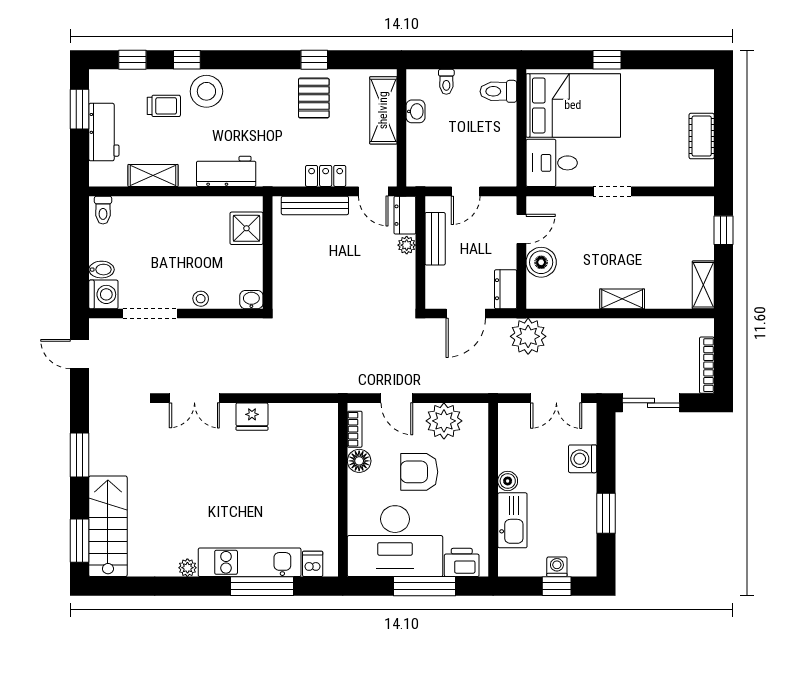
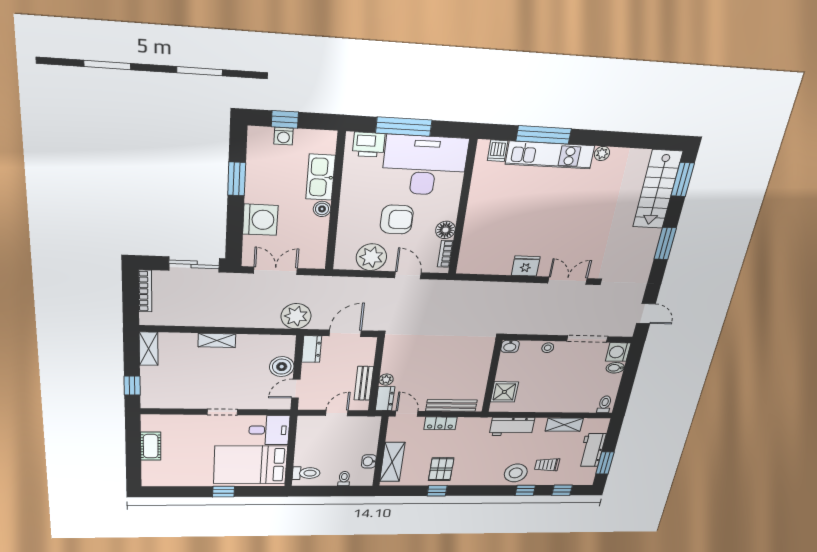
washing machine: (583, 459) -> (260, 220), width x1.37, depth x1.37

